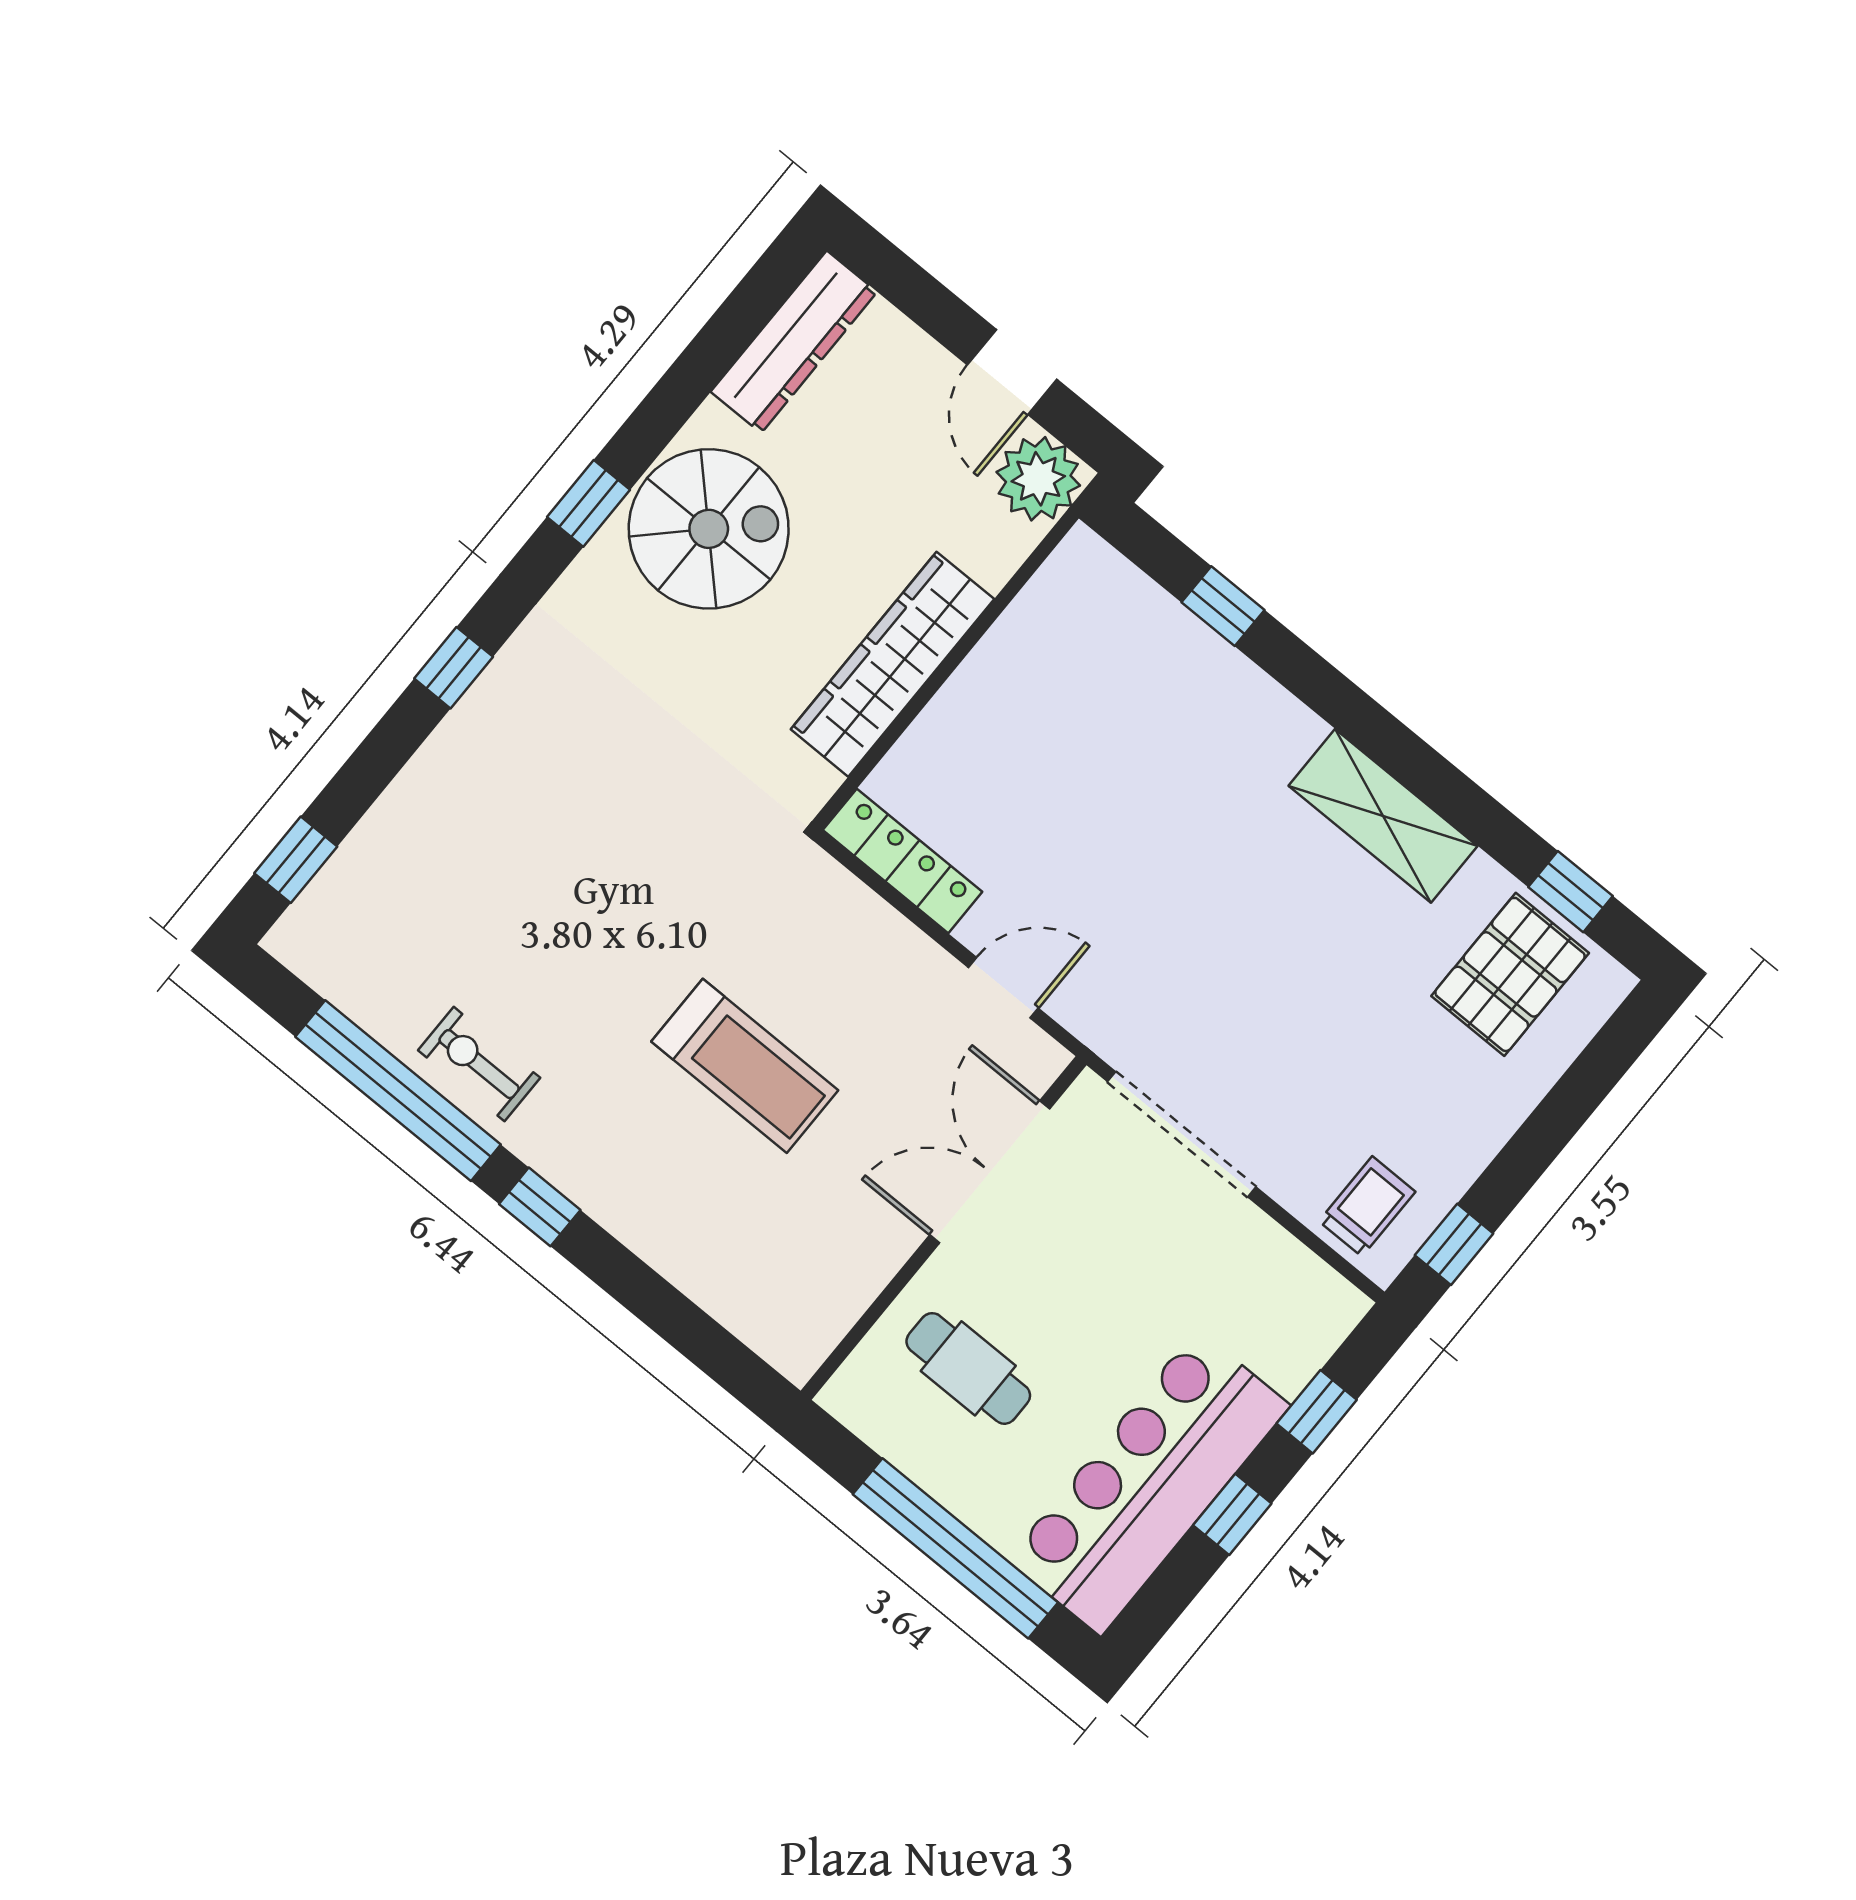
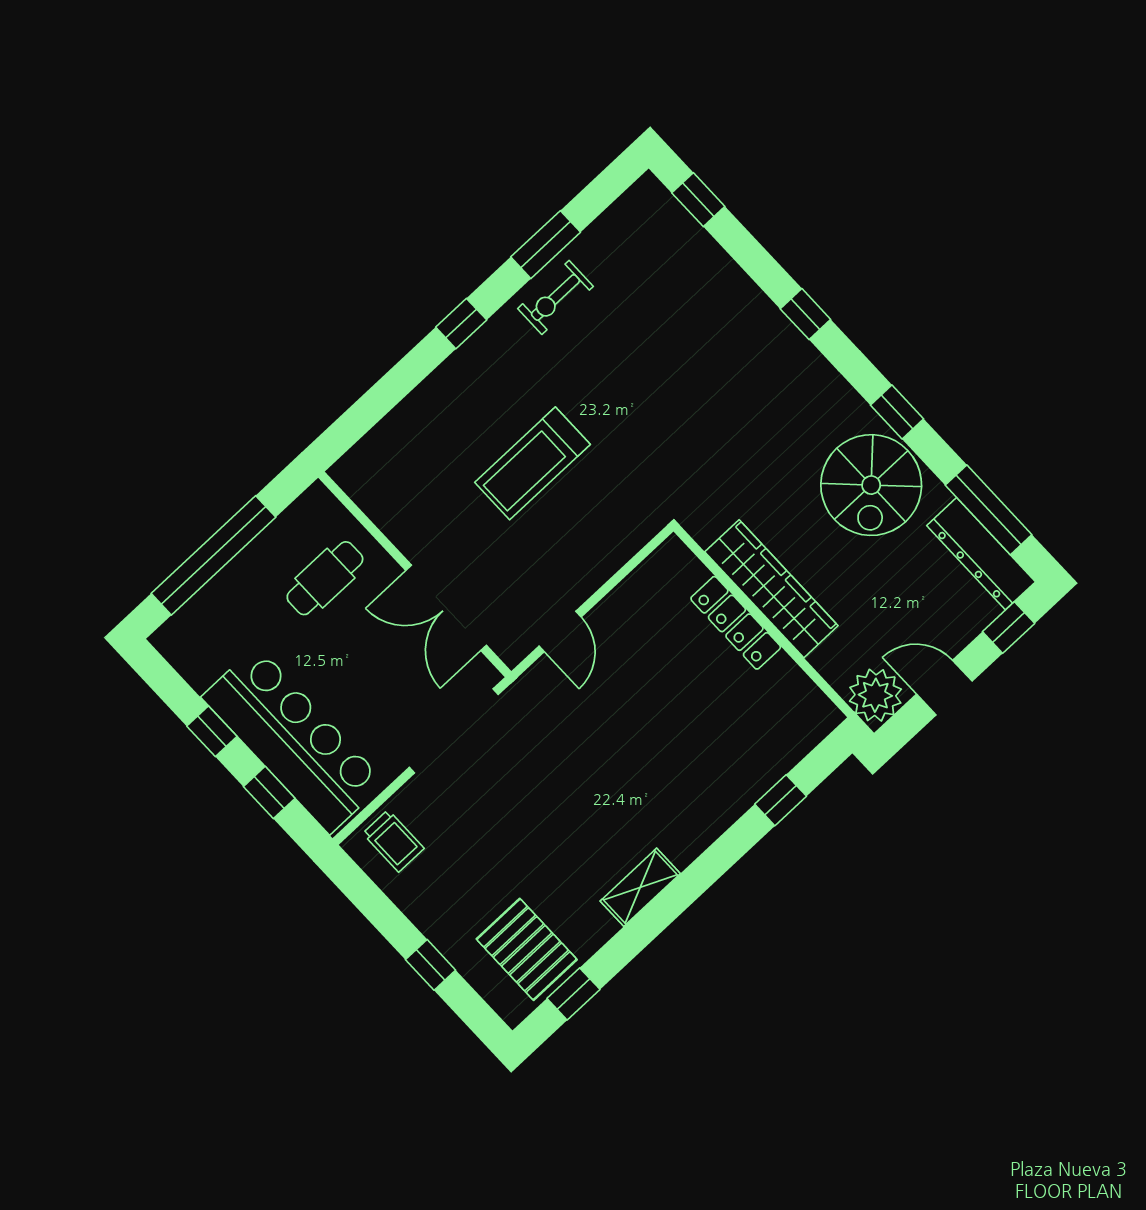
window: (904, 283) -> (1009, 627), added
window: (723, 339) -> (989, 510), added
shelving: (1383, 816) -> (640, 887), width x0.67, depth x0.75
locker: (902, 861) -> (736, 623), moved, turned 90
exercise bike: (479, 1064) -> (555, 297), turned 180
window: (398, 1091) -> (546, 245), width x0.47
double door: (990, 1172) -> (446, 608), swing flipped
window: (1454, 1244) -> (431, 965), moved
bar counter: (1149, 1483) -> (293, 740), moved

